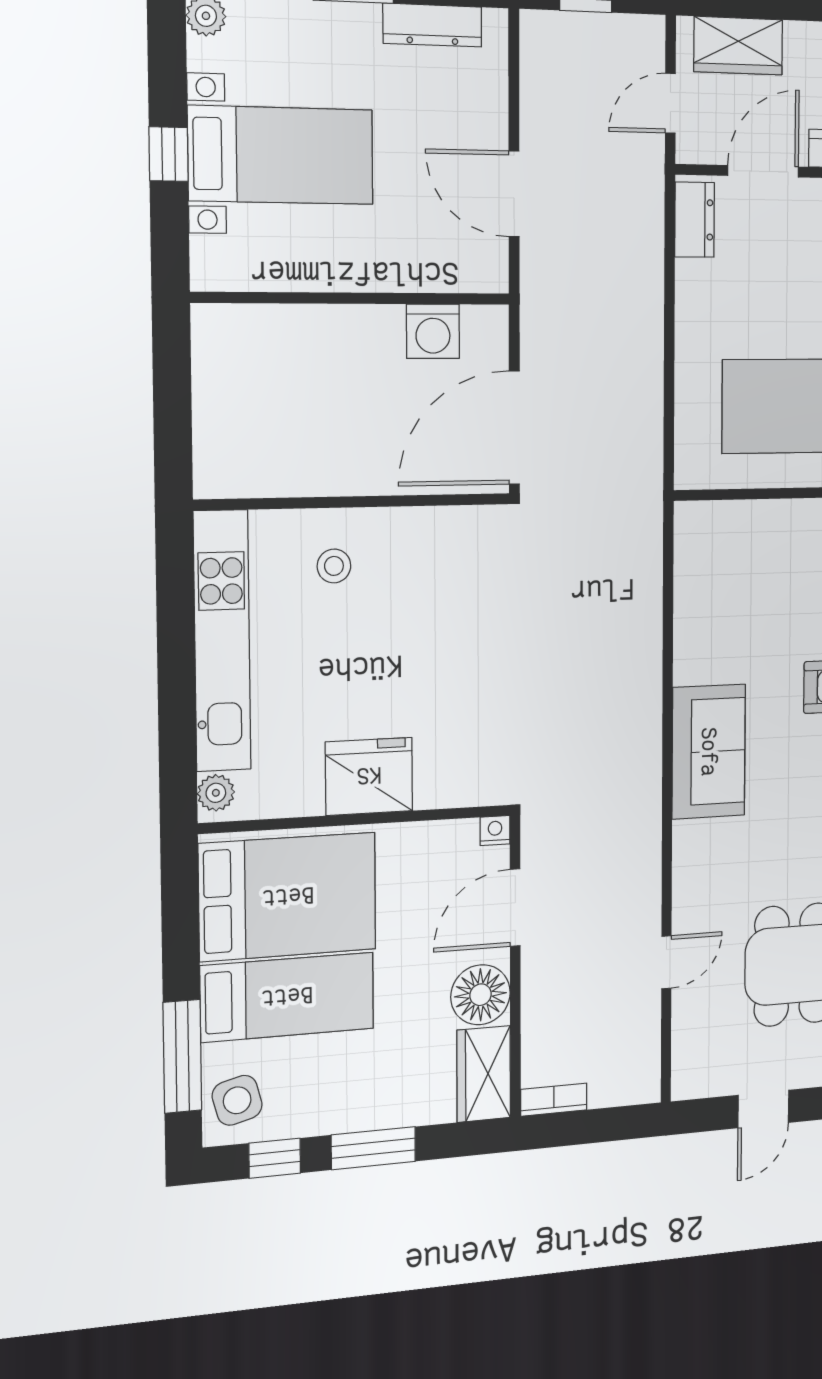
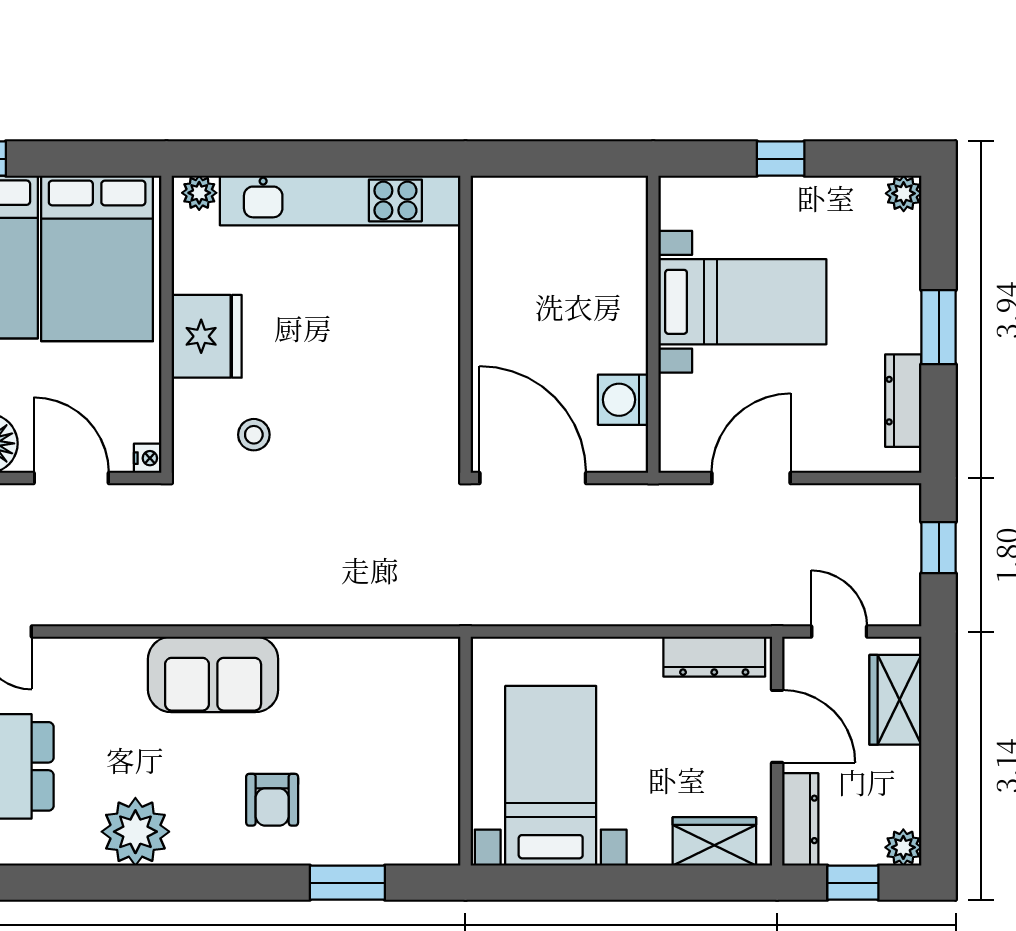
bed with nightstands: (281, 155) -> (742, 302), moved, turned -90
dresser: (695, 220) -> (714, 657), width x1.44
stool: (334, 566) -> (254, 435), moved

